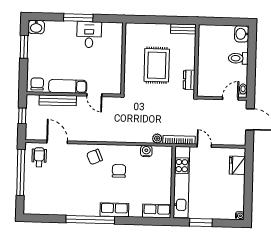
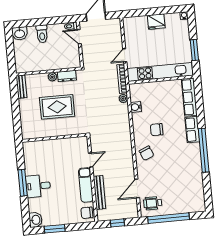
desk: (89, 35) -> (38, 186), moved
plant: (190, 64) -> (52, 77), added
fridge: (237, 165) -> (156, 22), moved
row of seats: (157, 211) -> (189, 97), width x1.48

